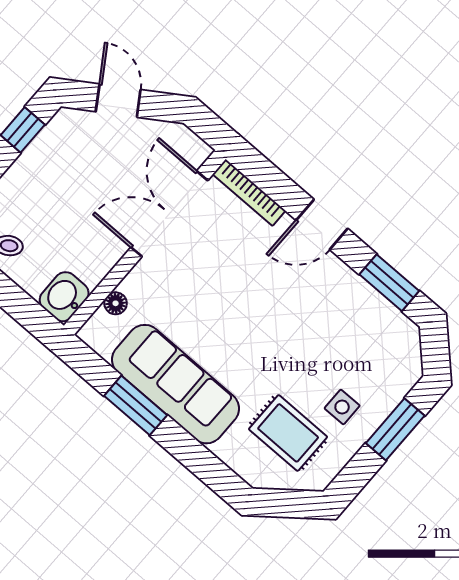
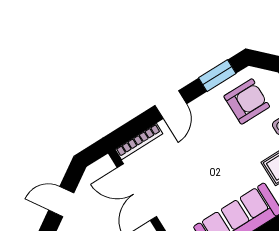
armchair: (363, 341) -> (247, 101), added

